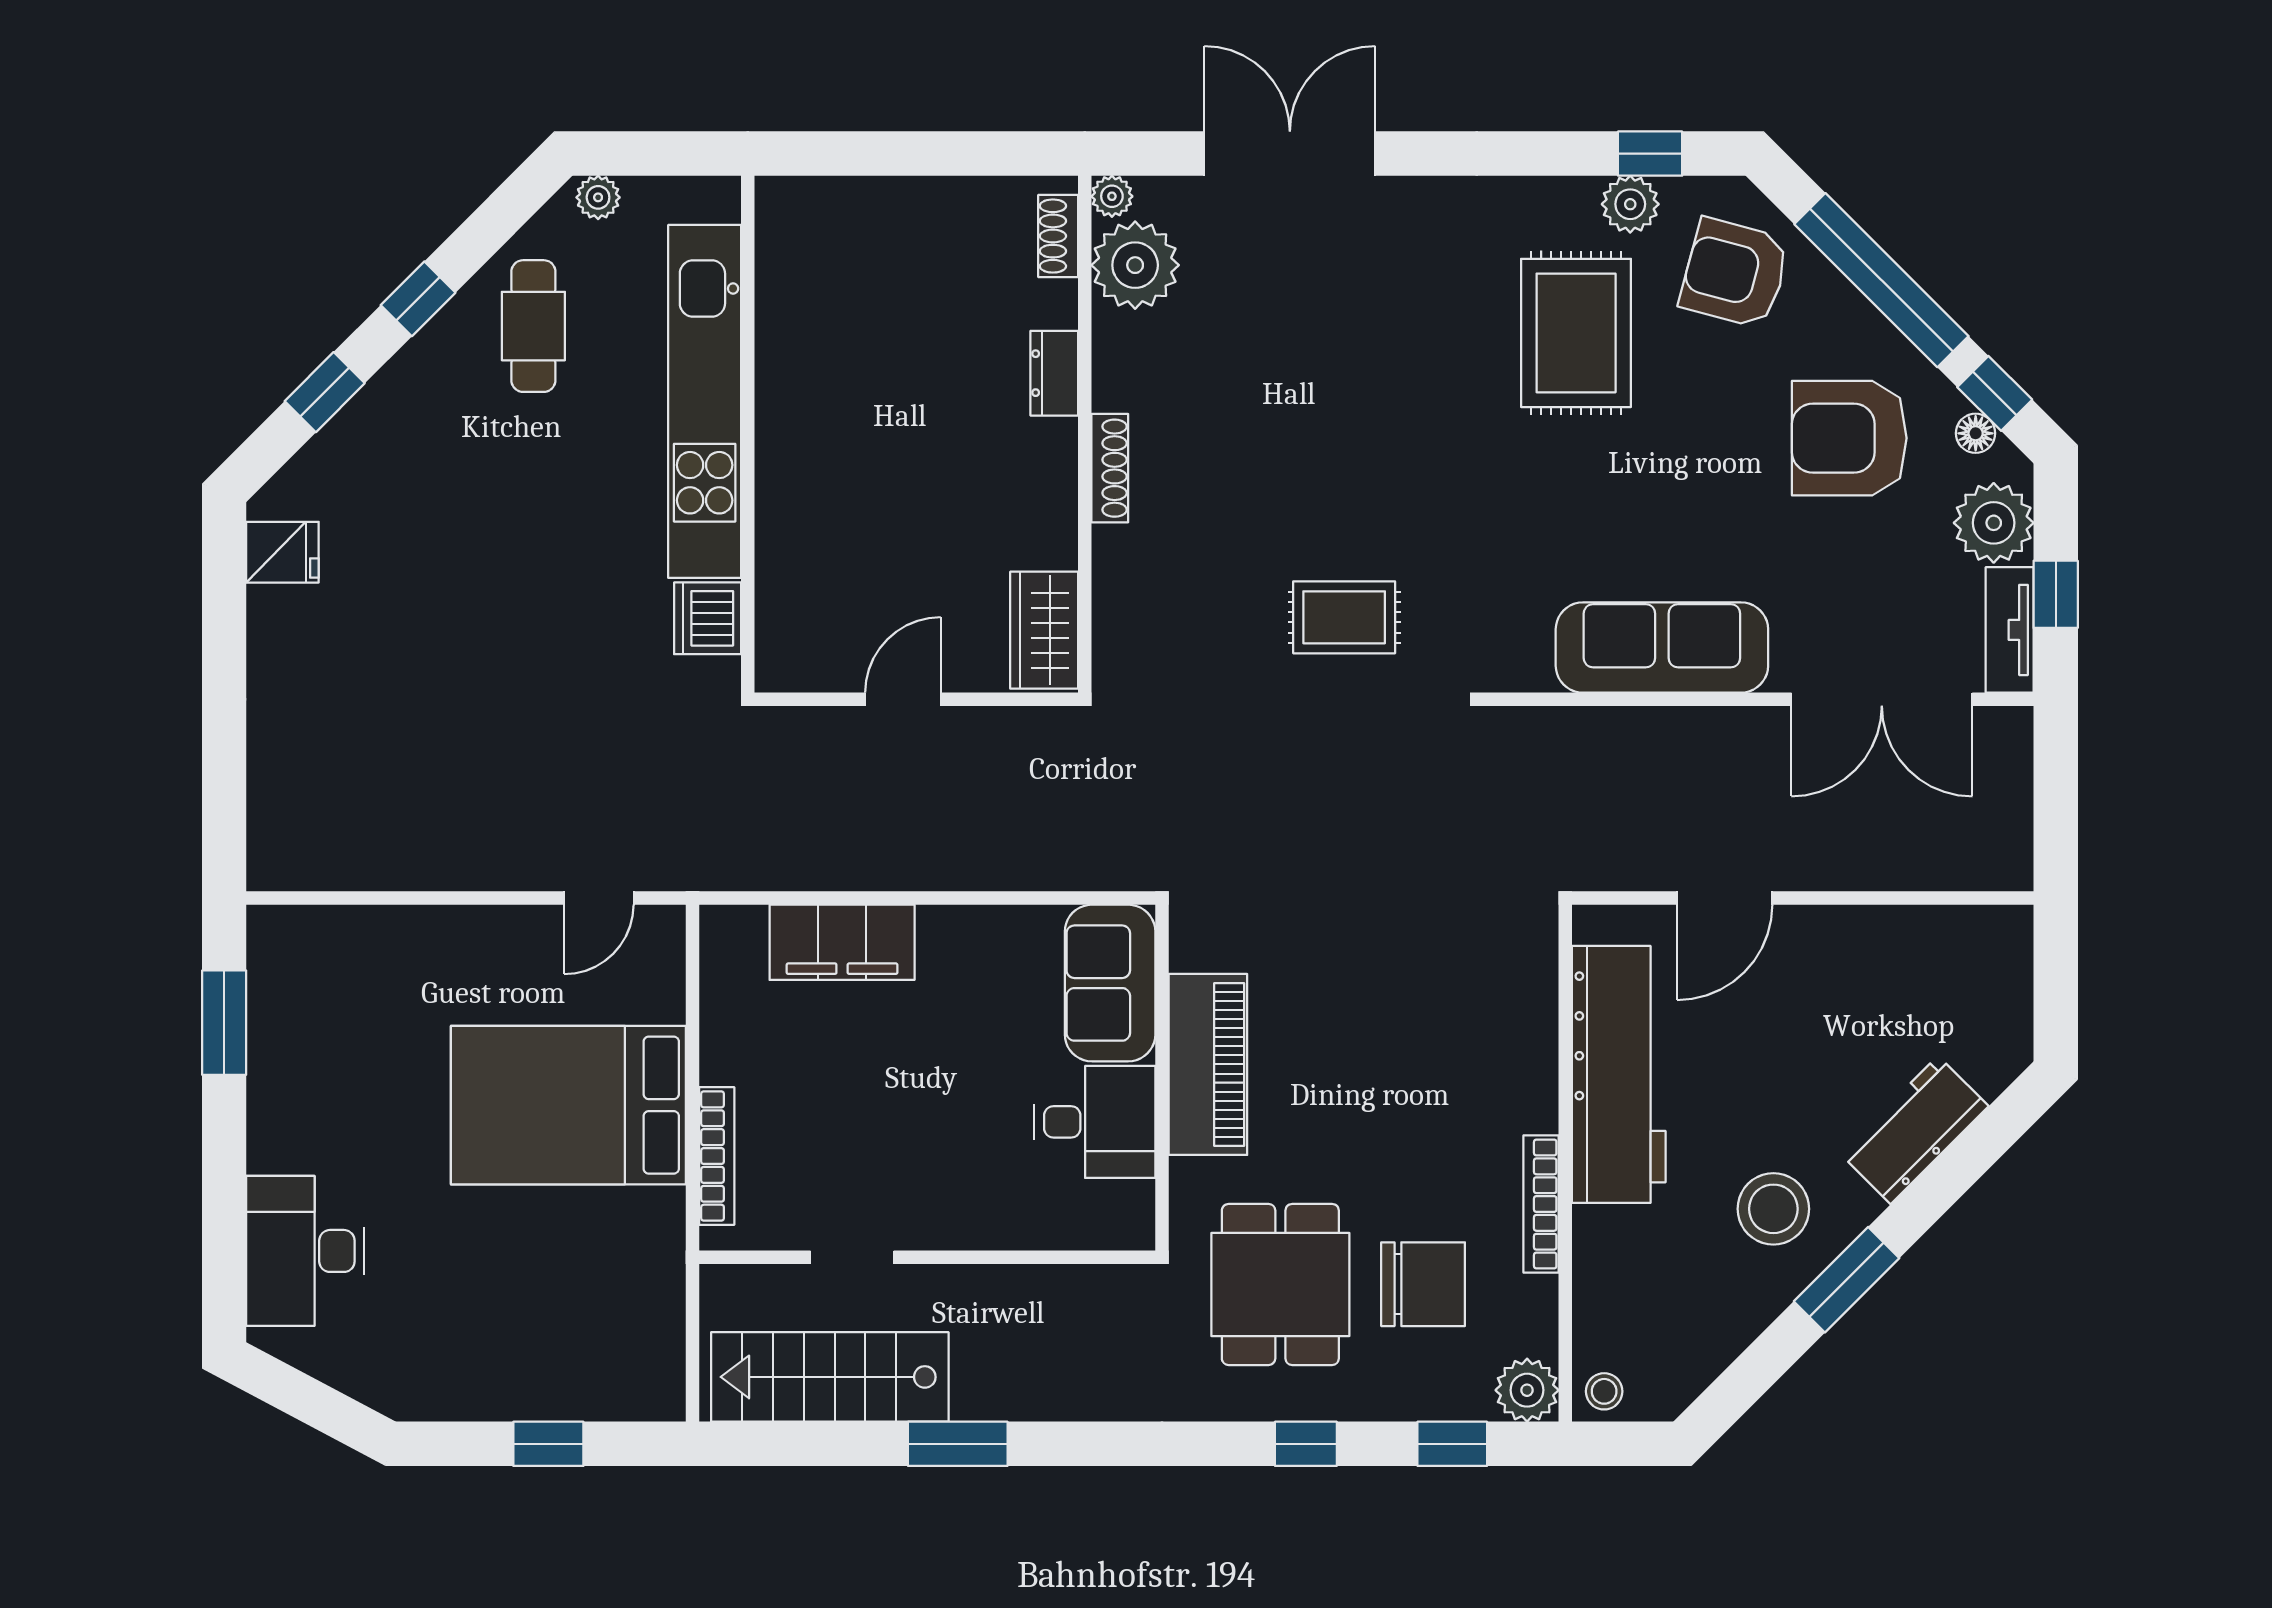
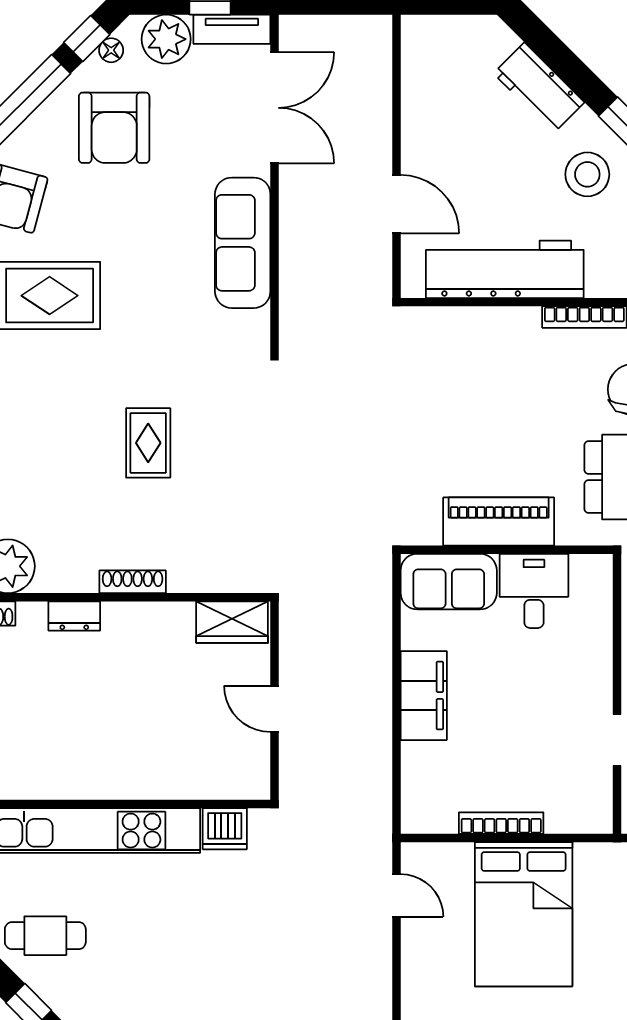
rug: (1344, 617) -> (148, 443), moved
filing cabinet: (842, 942) -> (424, 696), moved
bookcase: (717, 1156) -> (501, 823), moved

